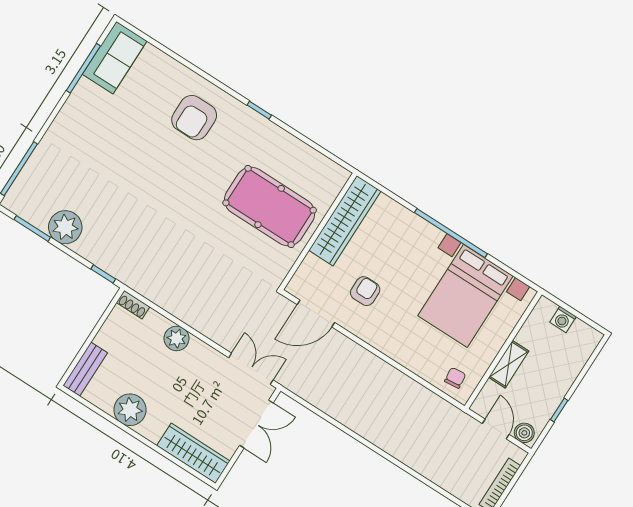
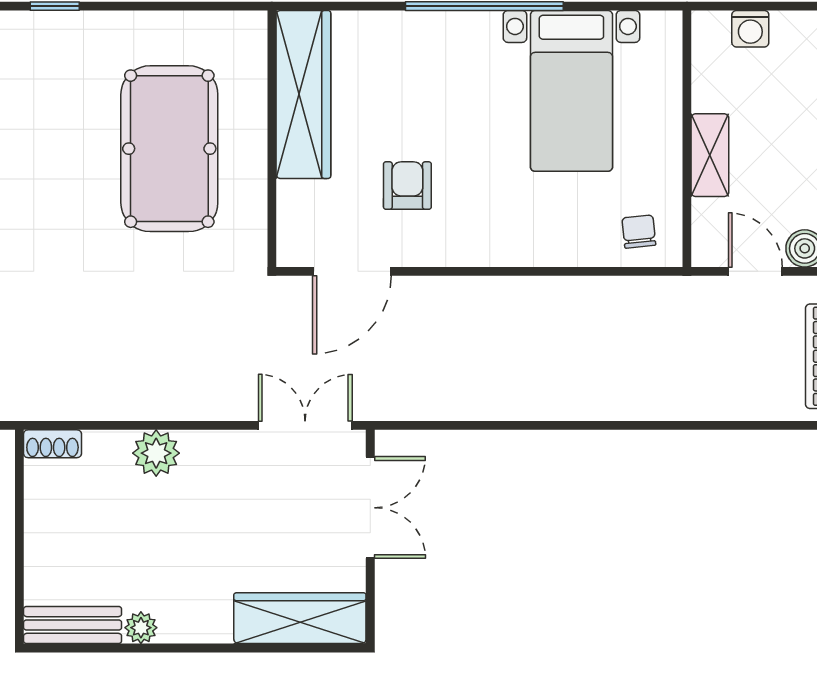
pool table: (270, 207) -> (169, 149), turned 90
bed with nightstands: (465, 296) -> (571, 91), width x0.73
bench: (85, 369) -> (73, 625), moved, turned 90
plant: (130, 410) -> (141, 628), width x0.53, depth x0.53

